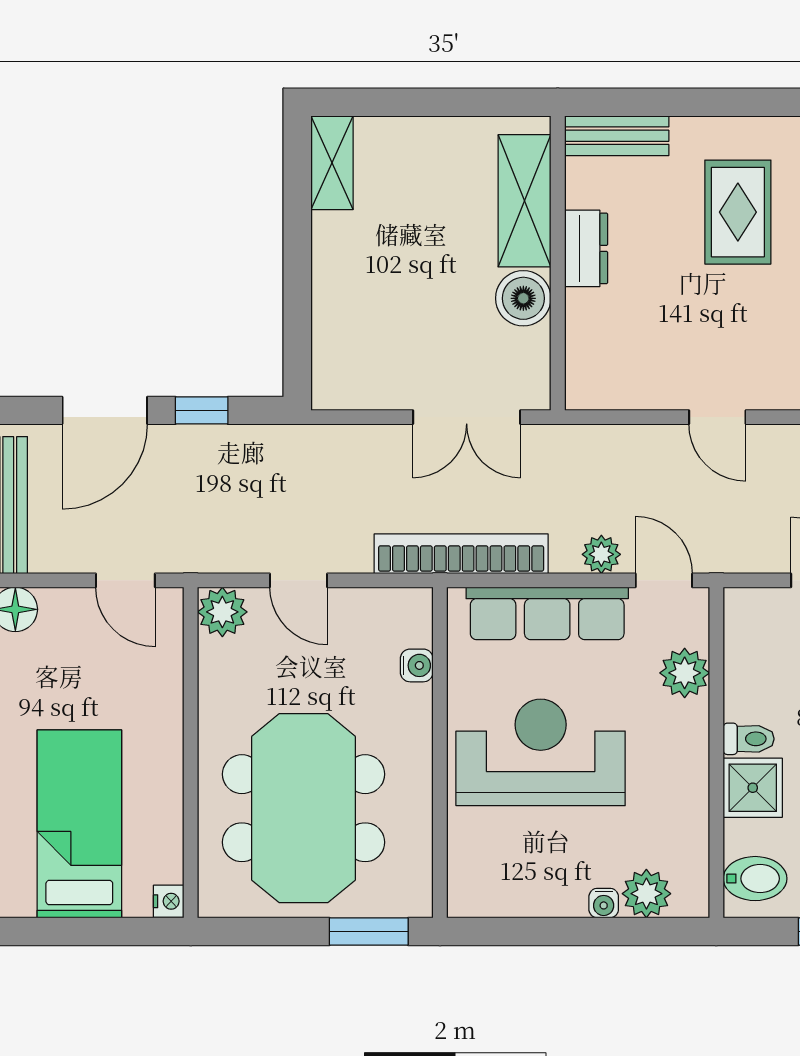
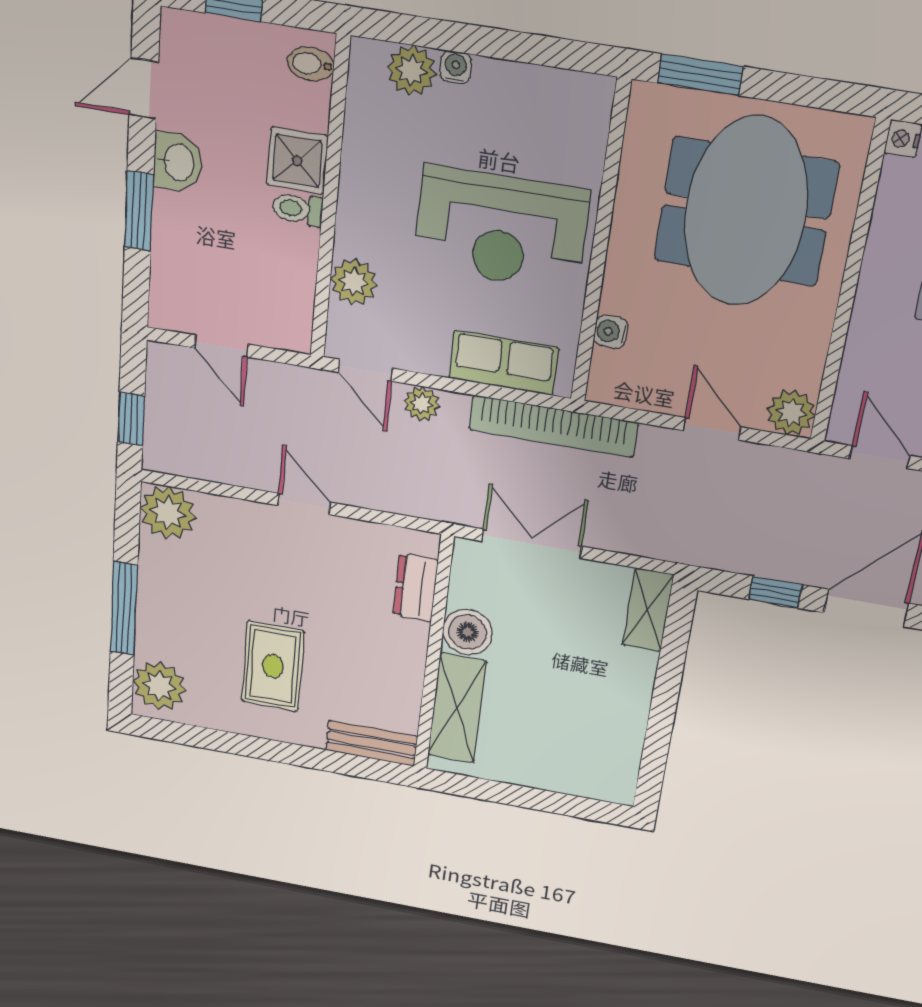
shelving: (332, 163) -> (648, 610), moved
dresser: (586, 248) -> (416, 588), moved
row of seats: (547, 613) -> (504, 363), width x0.68
bidet: (755, 879) -> (311, 64), width x0.72, depth x0.74

